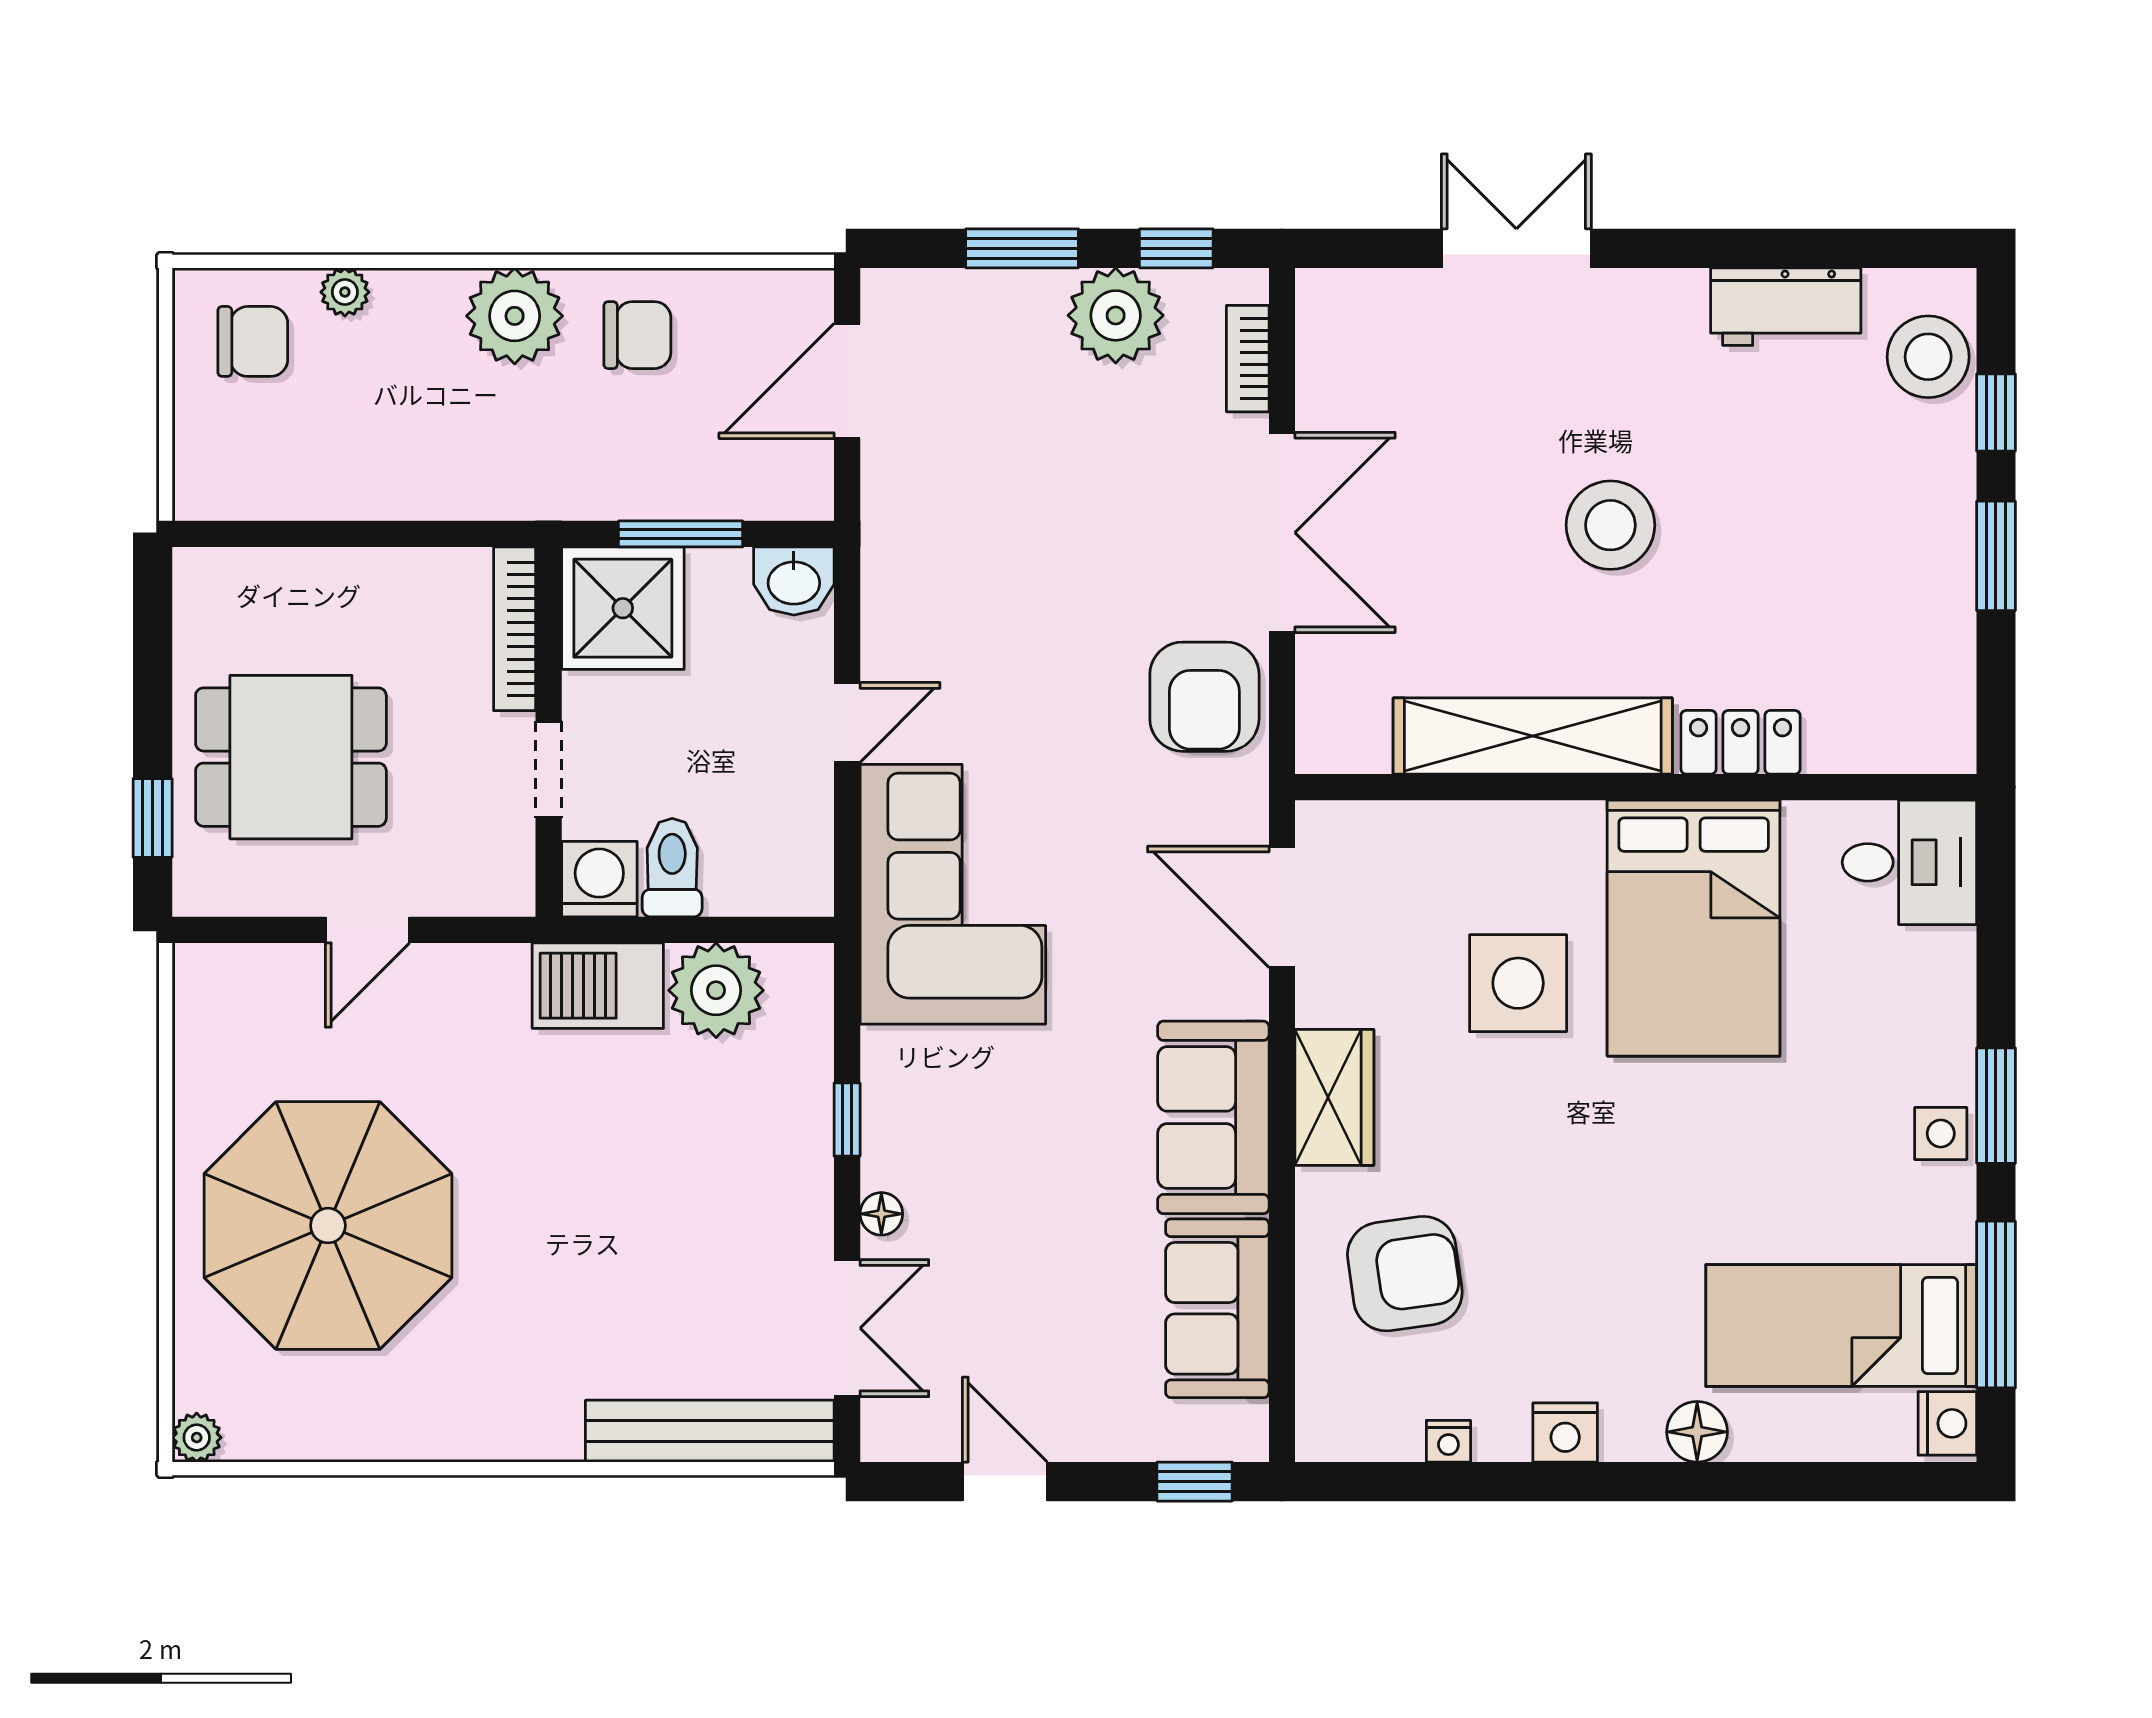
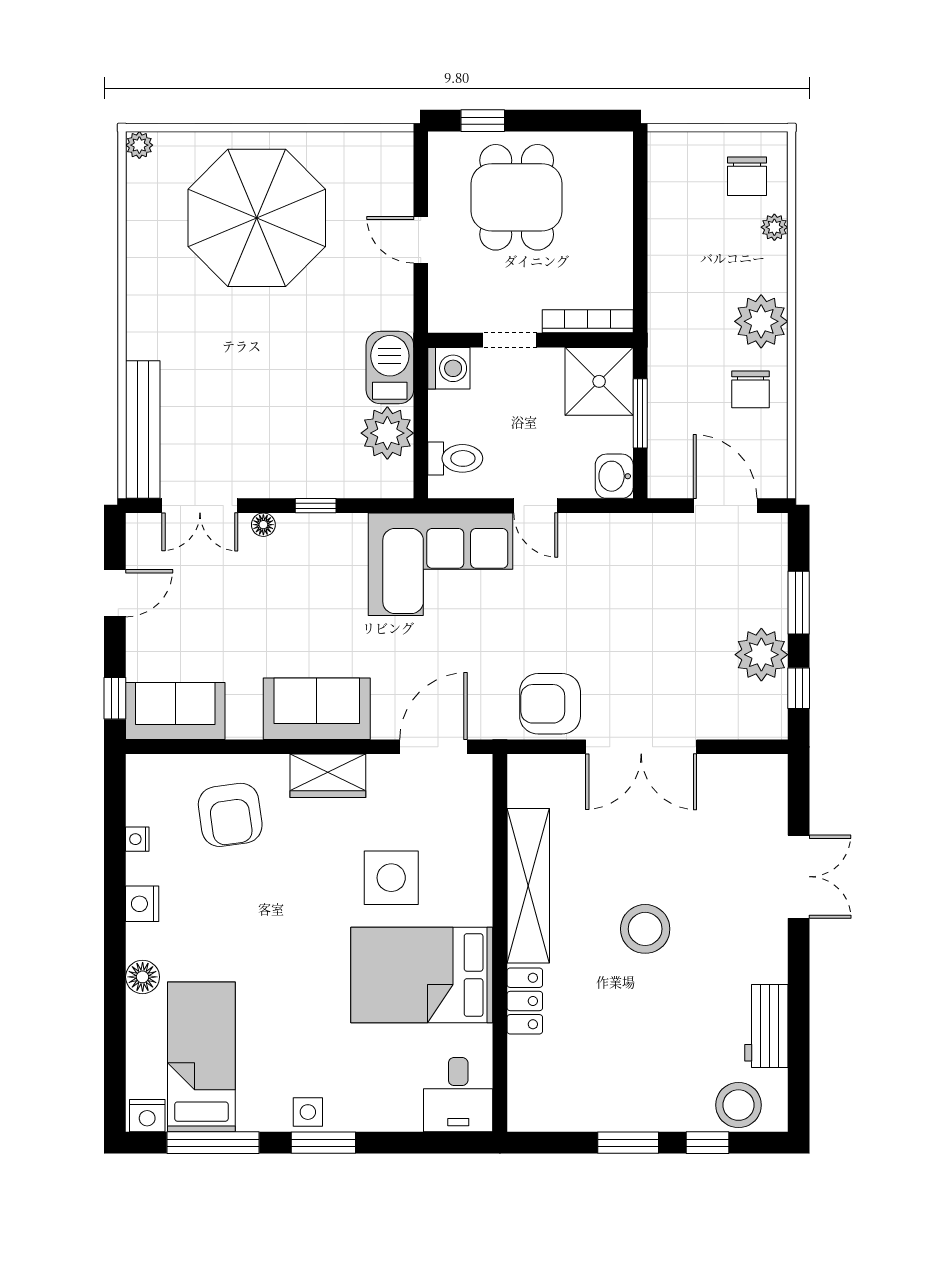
bookcase: (1248, 359) -> (738, 728), removed
toilet: (672, 868) -> (455, 458), moved
sofa: (1217, 1308) -> (175, 711), moved

